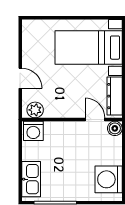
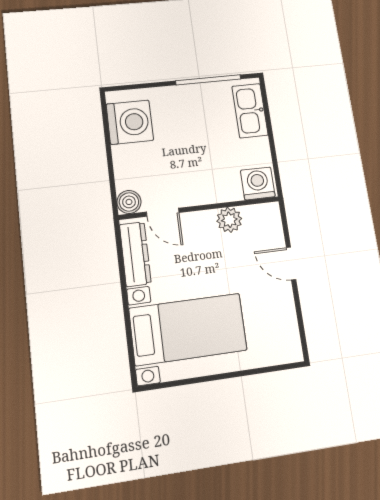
plant: (35, 110) -> (229, 220), moved

